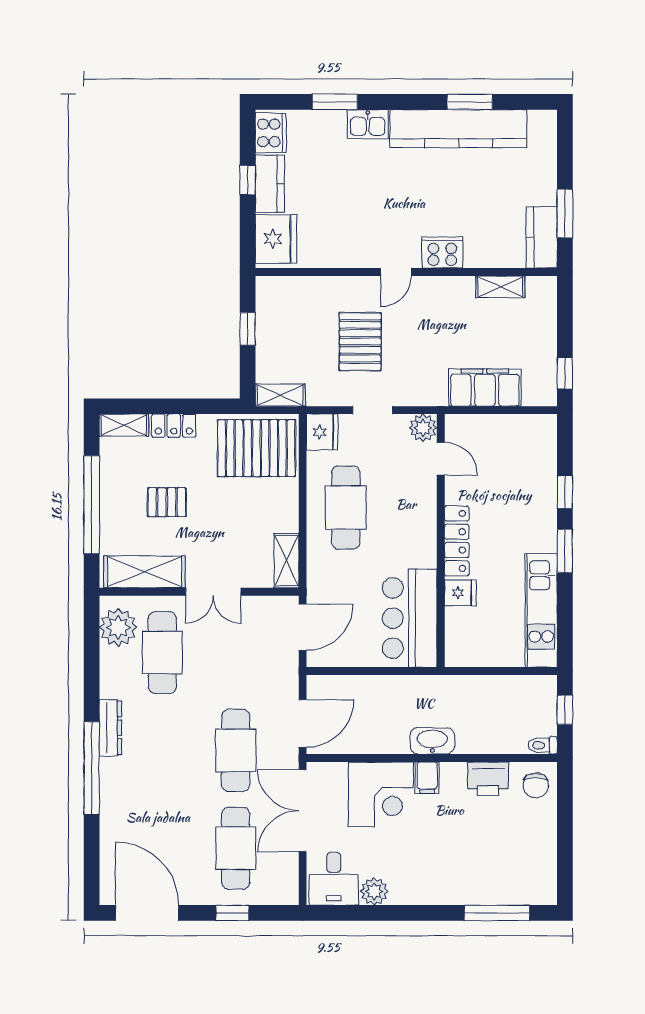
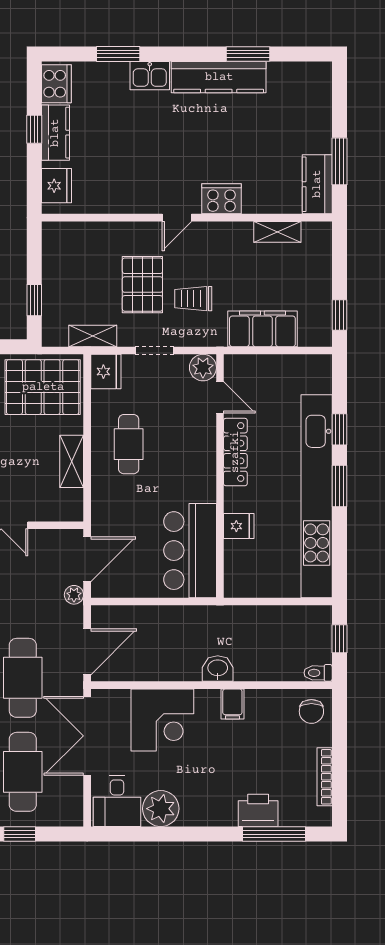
kitchen counter: (458, 129) -> (219, 77), width x0.72, depth x0.86
fridge: (276, 239) -> (56, 186), width x0.73, depth x0.75
window: (248, 329) -> (34, 300), moved
trolley: (413, 356) -> (193, 299), added
shelving: (280, 395) -> (93, 336), moved
cafe table: (346, 508) -> (129, 444), width x0.73, depth x0.74
locker: (457, 541) -> (235, 452), moved
shelving: (287, 561) -> (72, 461), moved
kitchen unit: (541, 610) -> (317, 496), width x1.86
plant: (289, 664) -> (74, 595), added
washbasin: (432, 741) -> (218, 669), width x0.72
filing cabinet: (427, 778) -> (232, 704), moved
printer: (488, 779) -> (258, 810), moved, turned 180
bookcase: (549, 853) -> (325, 777), added
plant: (374, 891) -> (161, 809), width x1.36, depth x1.36

